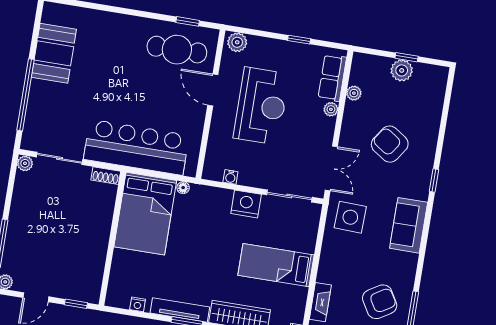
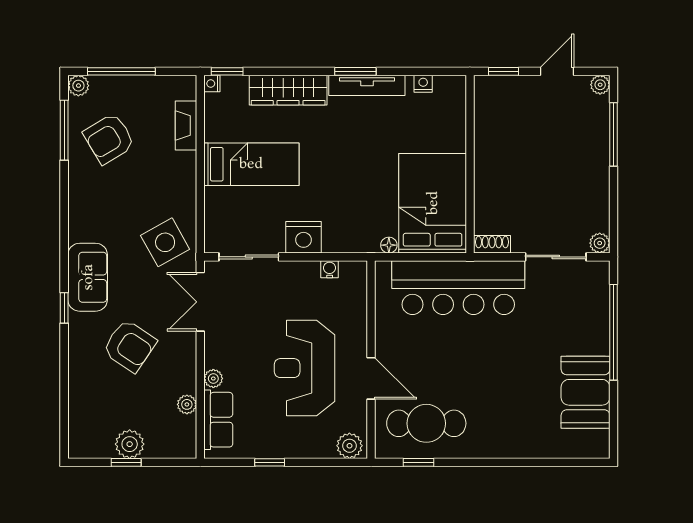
side table: (350, 217) -> (165, 242), turned -31
sofa: (409, 225) -> (88, 277), moved

